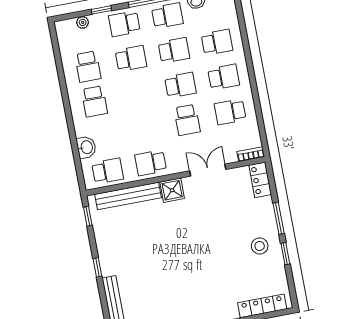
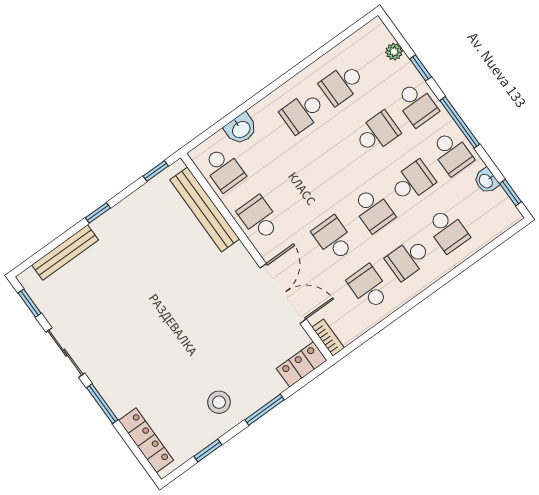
school desk: (124, 24) -> (417, 104), turned 180
school desk: (174, 50) -> (412, 182), turned -90
school desk: (131, 58) -> (377, 133), turned -90
school desk: (224, 77) -> (408, 259), turned 90
school desk: (187, 120) -> (334, 238), turned 90
double door: (208, 170) -> (283, 293), width x1.37
shower: (172, 190) -> (237, 261), removed
window: (285, 254) -> (208, 451), moved

